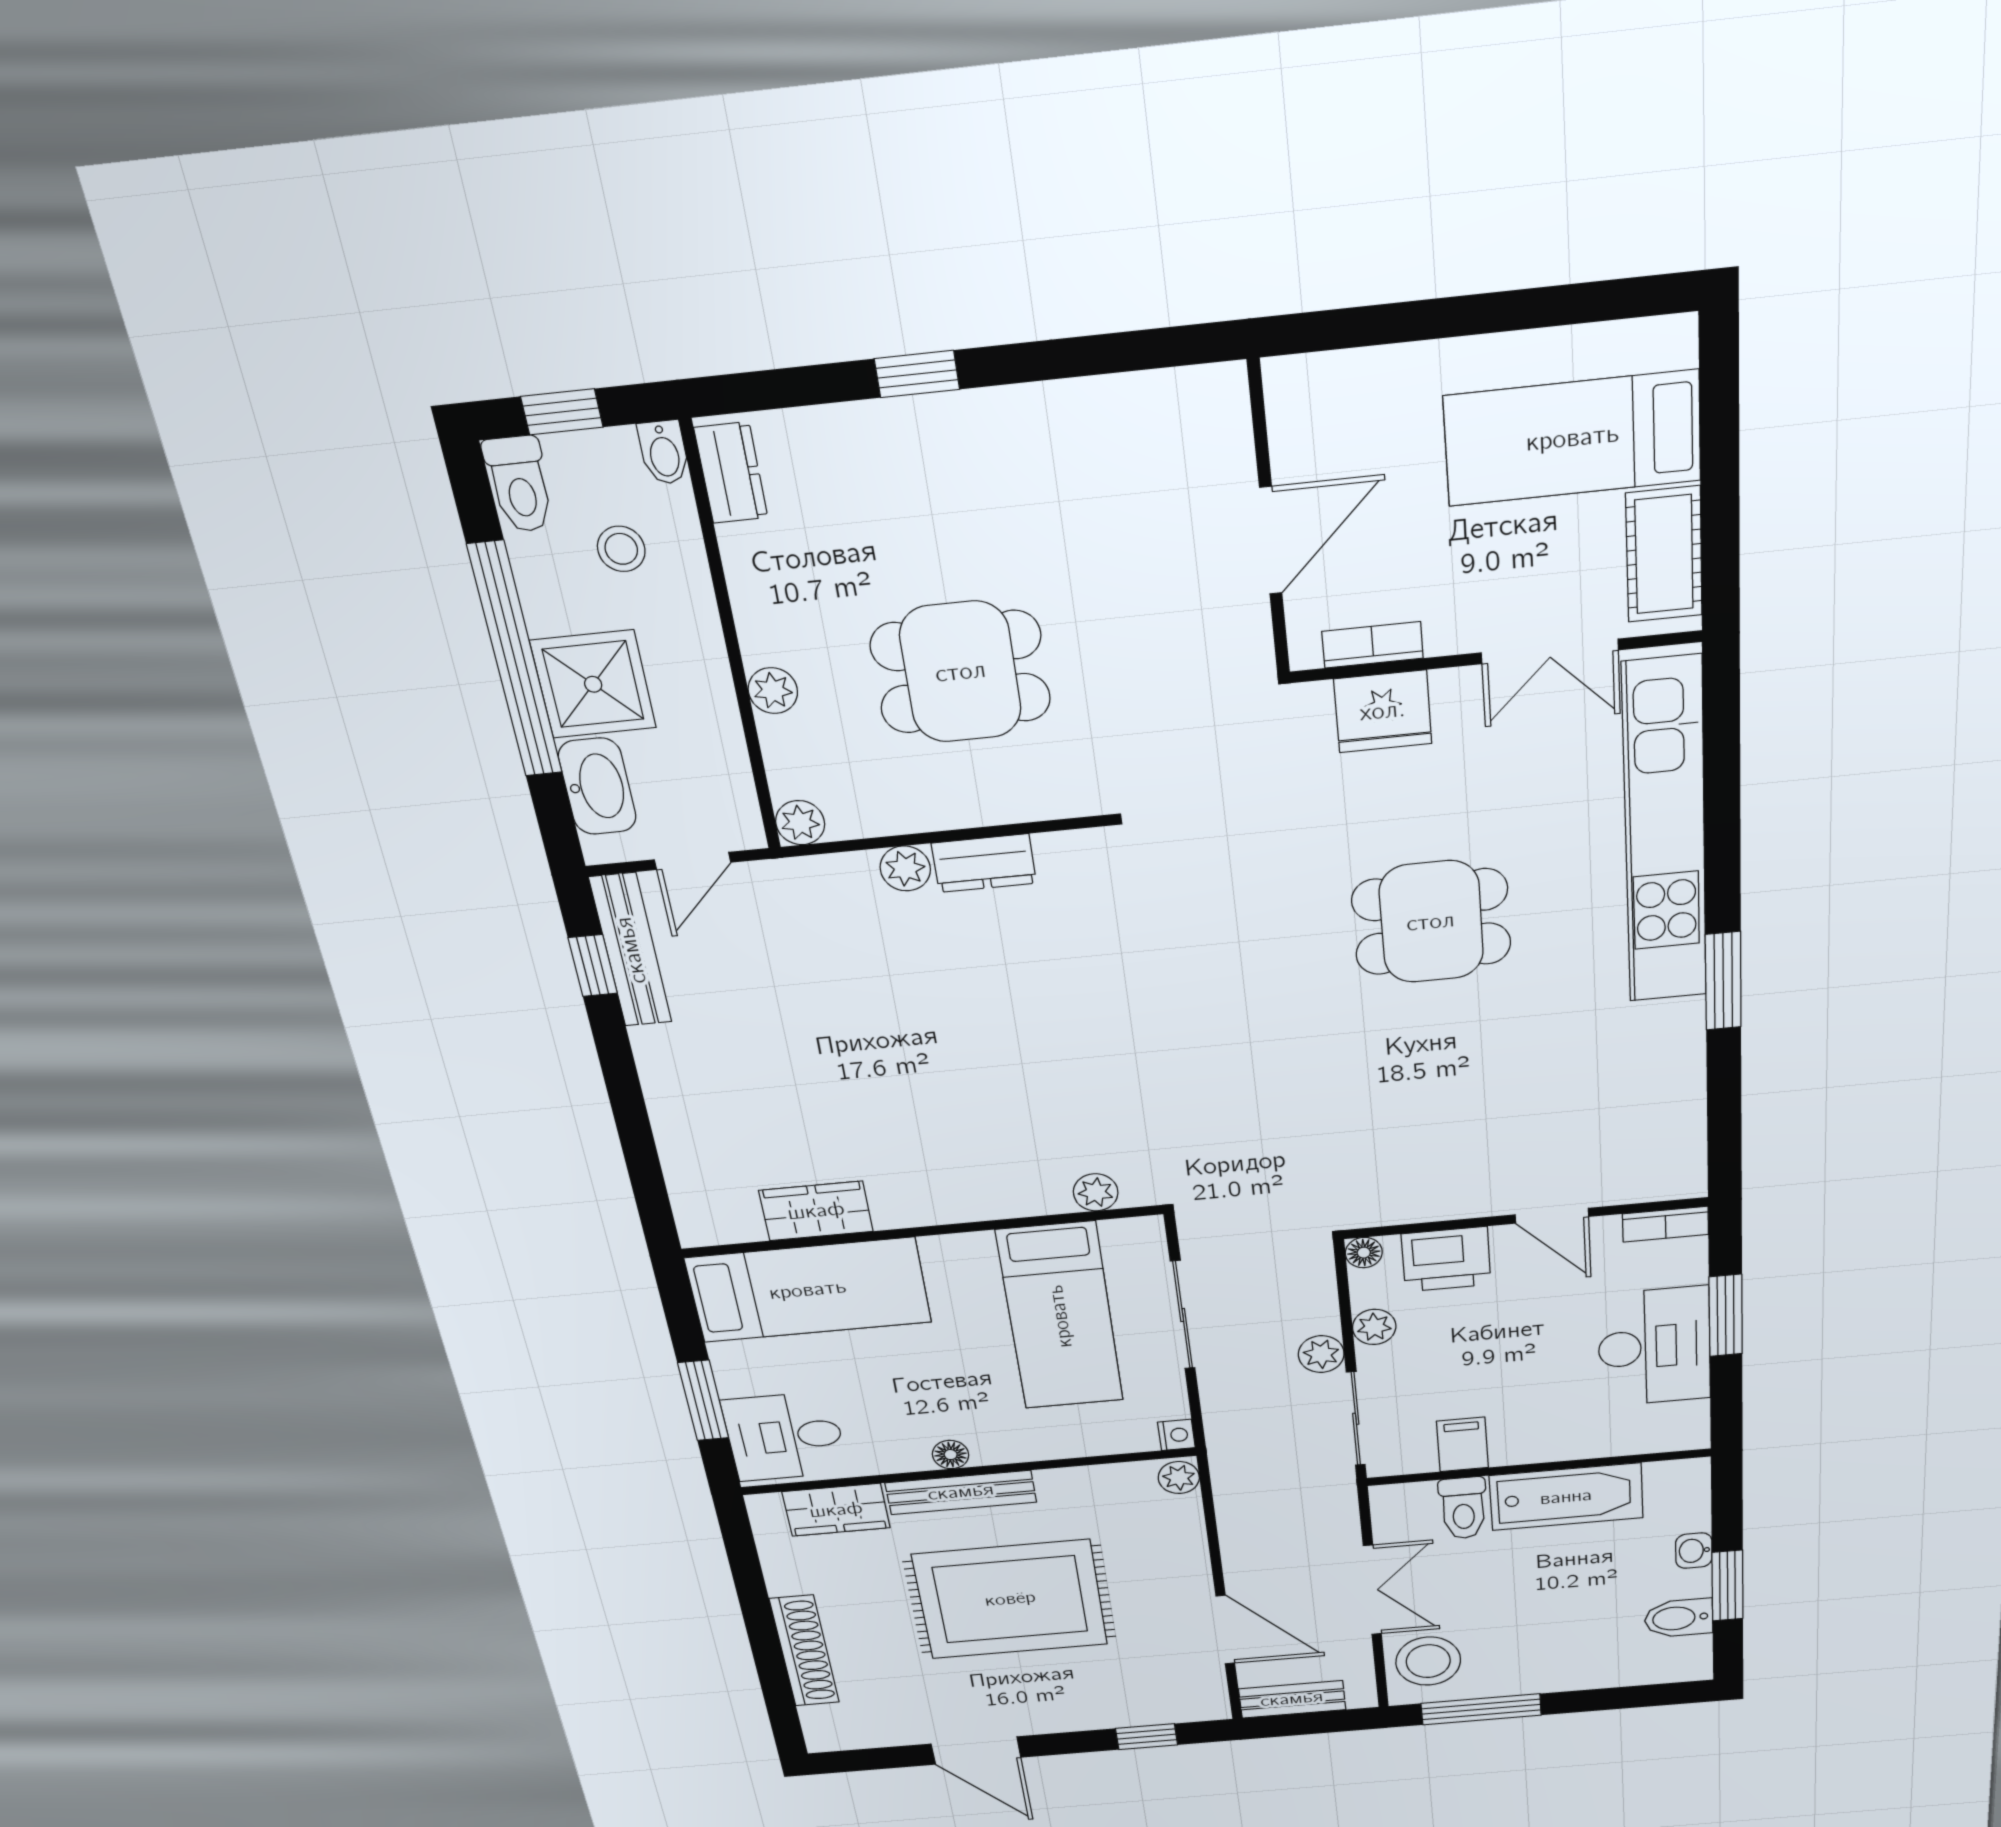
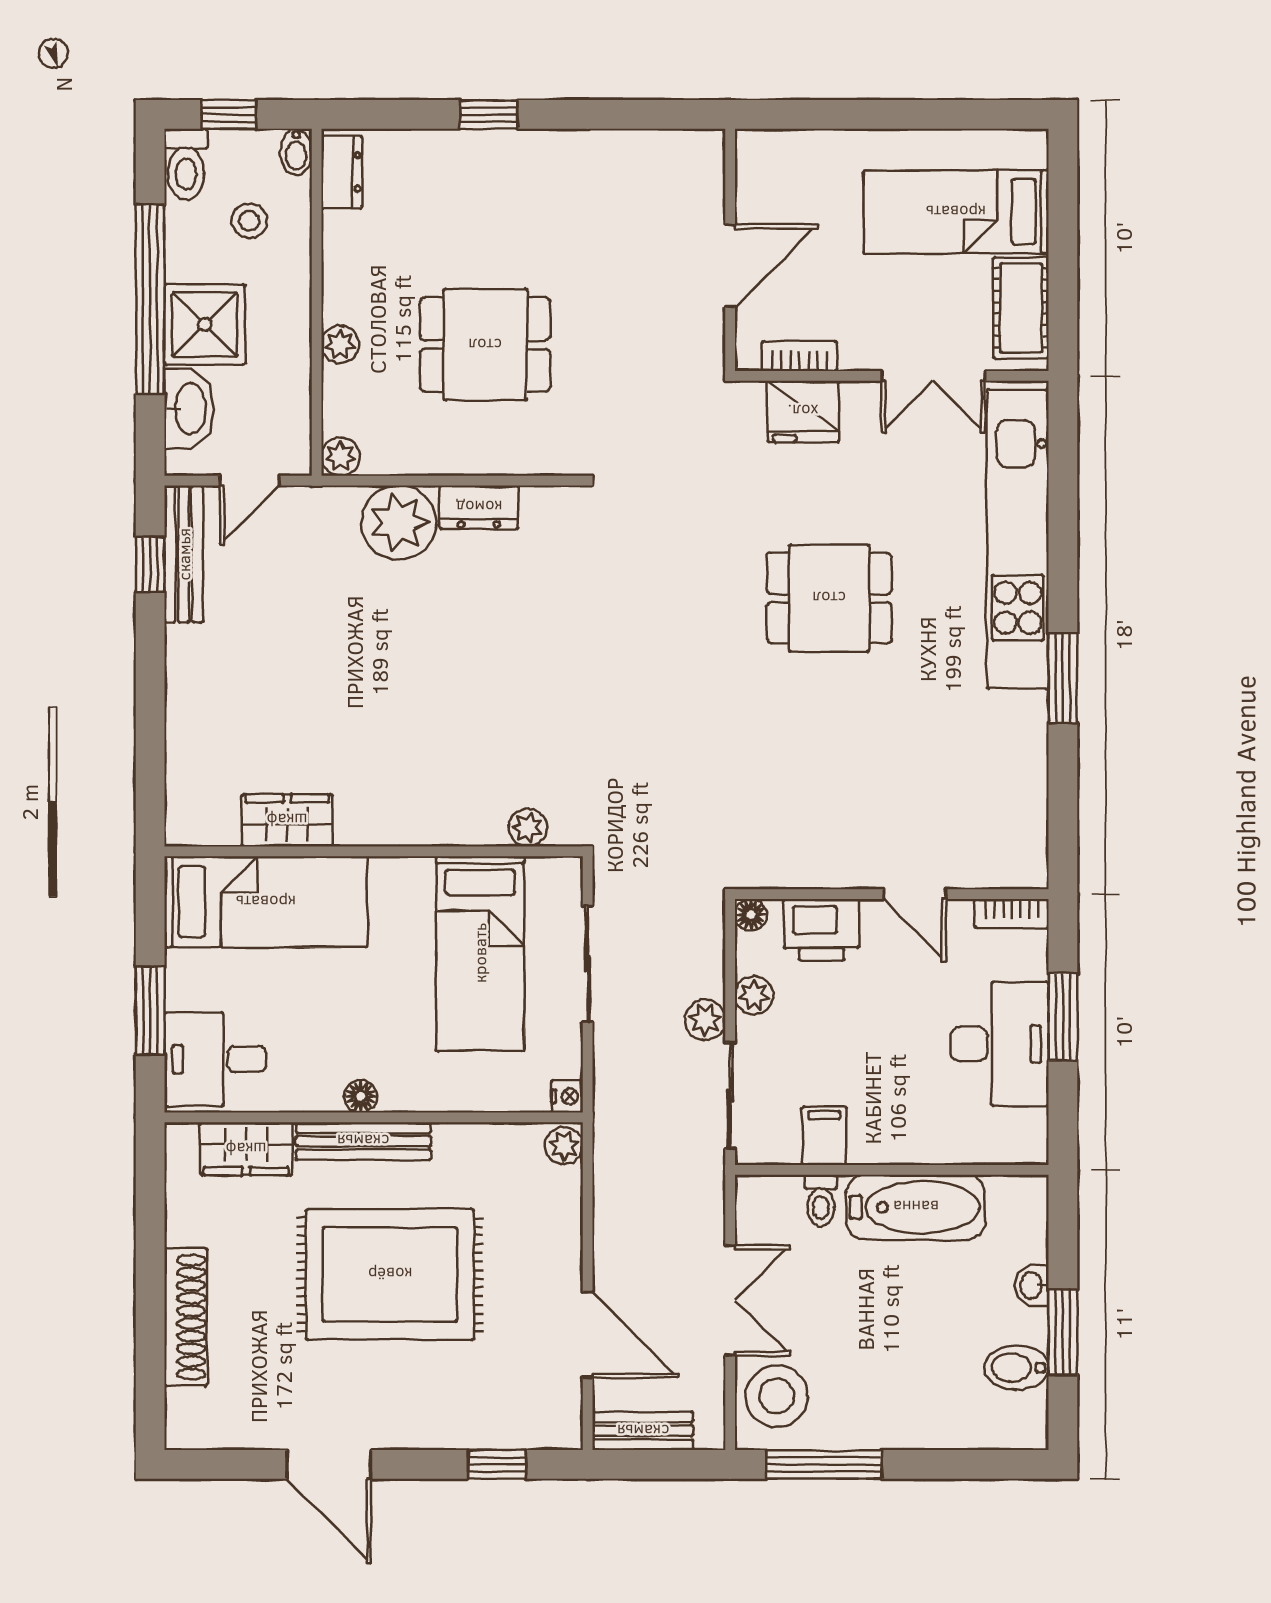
plant: (905, 868) -> (399, 523), width x1.88, depth x1.88
toilet: (1463, 1508) -> (821, 1200), width x0.73, depth x0.72

